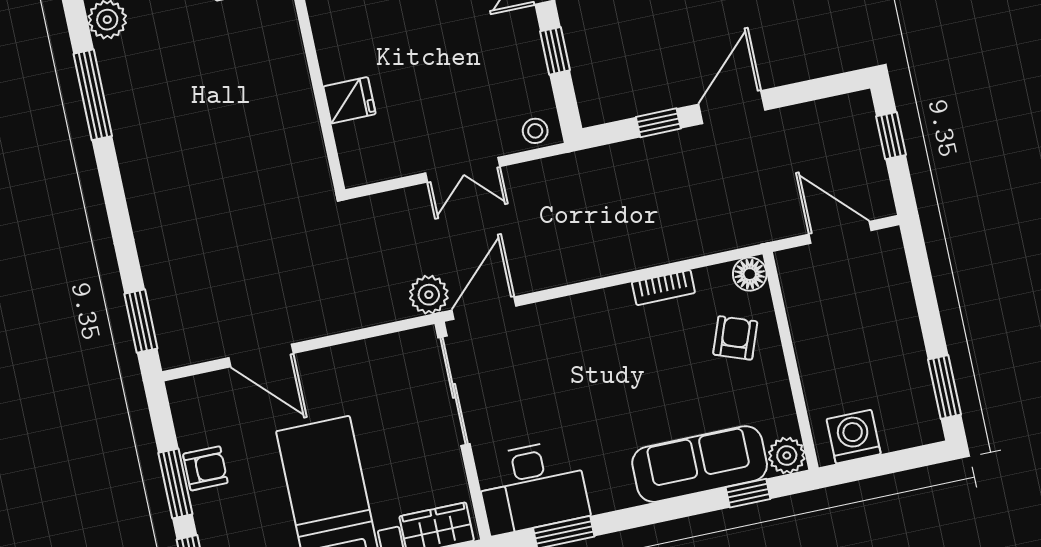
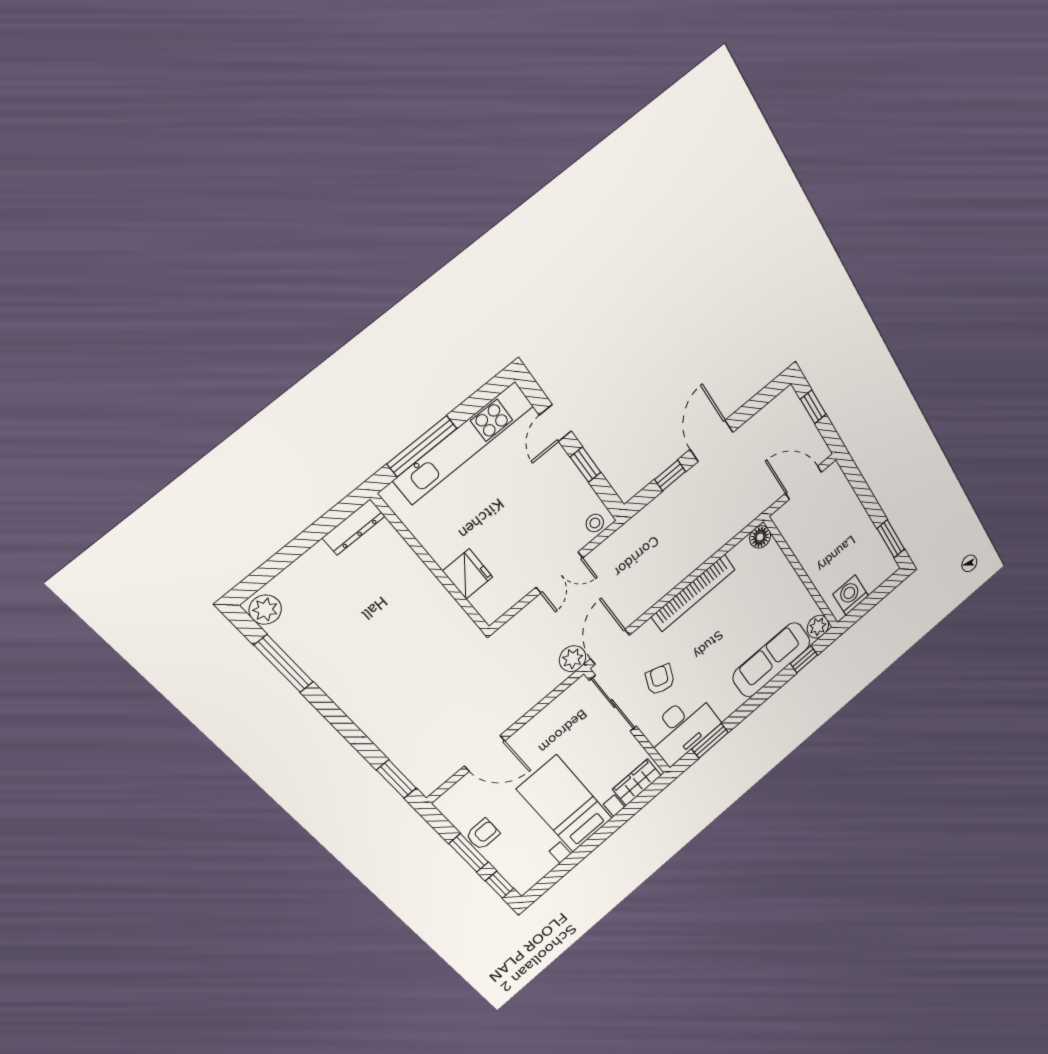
fridge: (349, 100) -> (468, 574), width x1.38
bookcase: (663, 288) -> (693, 593), width x2.31, depth x1.31
armchair: (735, 338) -> (660, 680), moved

